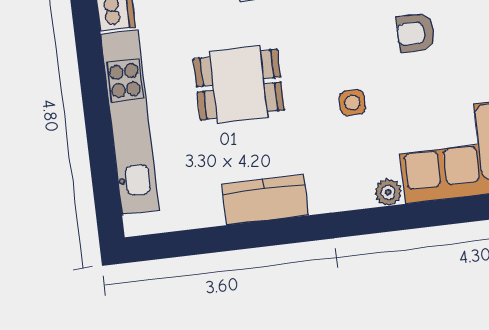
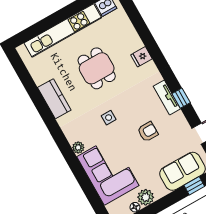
armchair: (416, 33) -> (148, 132), turned 90

